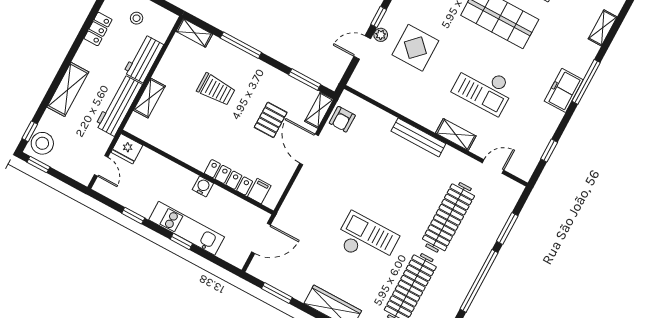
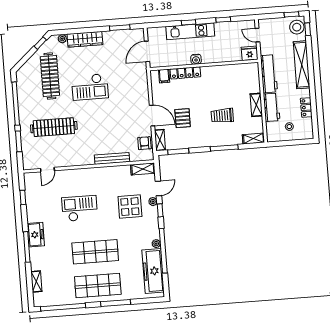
shelving: (68, 89) -> (302, 65), width x1.47
shelving: (149, 98) -> (256, 105), moved
shelving: (456, 135) -> (143, 169), moved
bench: (418, 137) -> (112, 158), moved
clothes rail: (448, 217) -> (54, 127), turned 90

